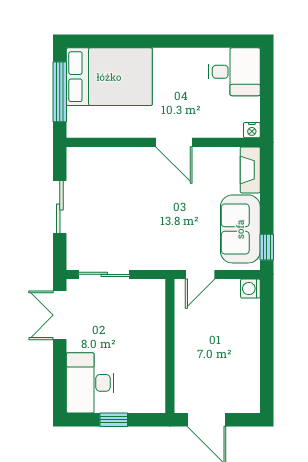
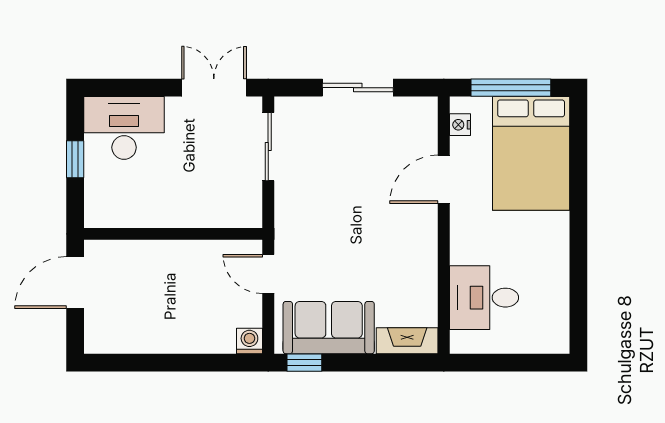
desk: (234, 72) -> (484, 298), moved, turned 90
nightstand: (252, 130) -> (460, 125), moved
door: (174, 142) -> (444, 179), moved

